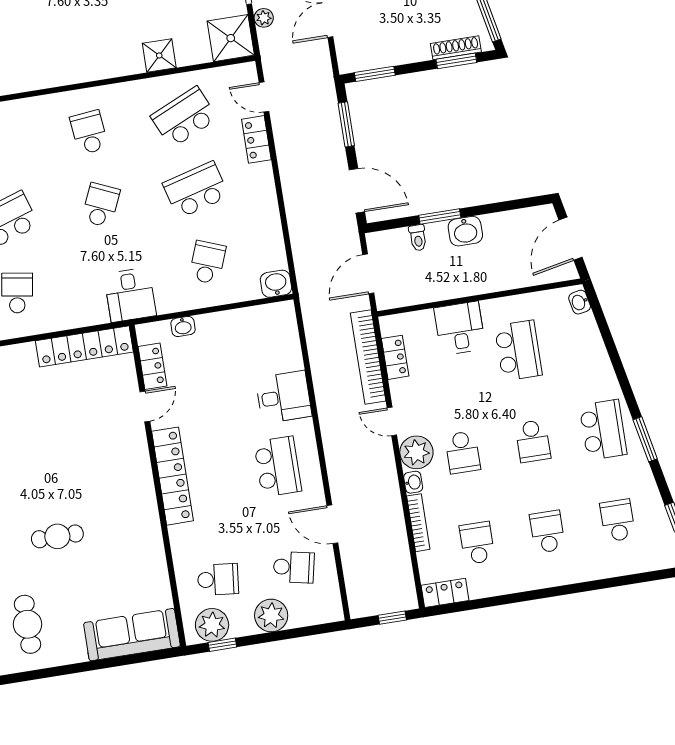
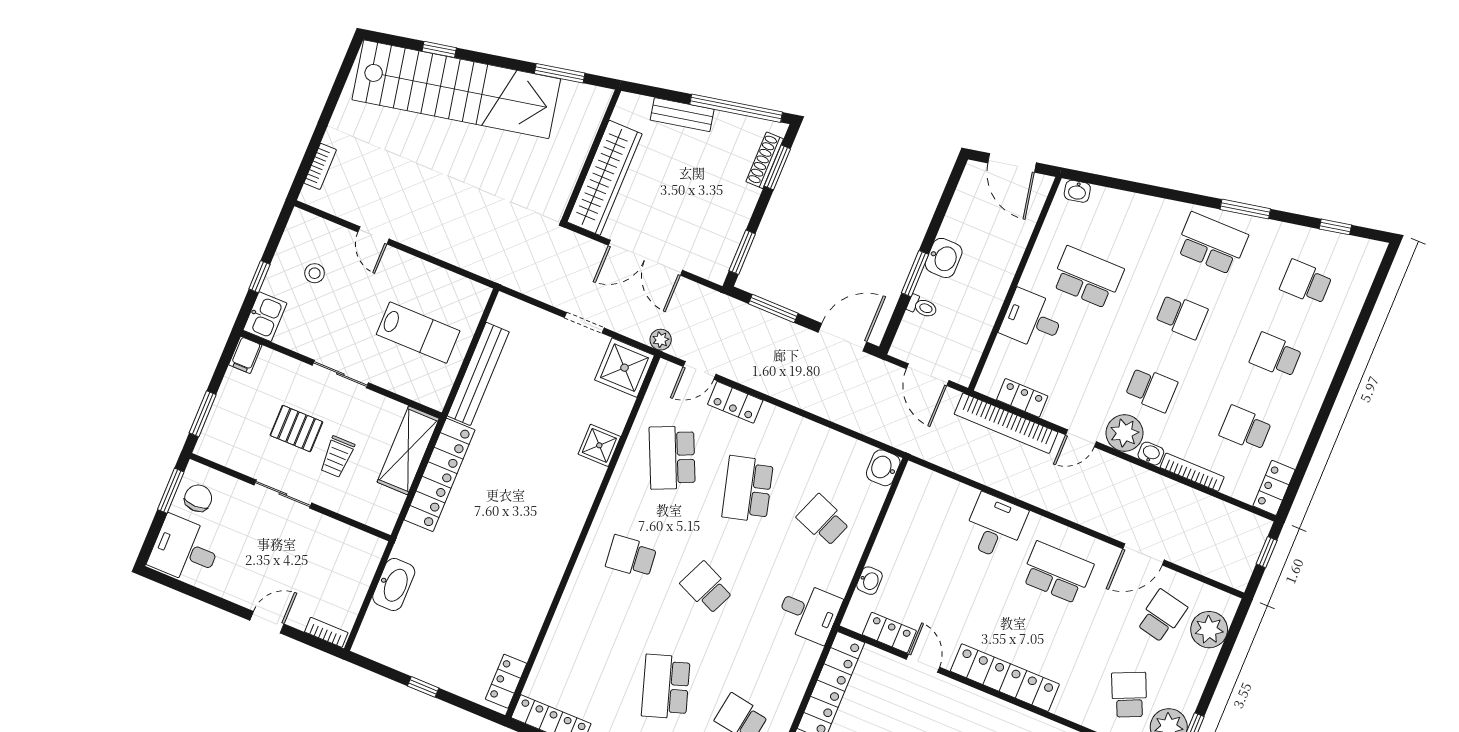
plant: (264, 18) -> (661, 340), moved
school desk: (218, 579) -> (1129, 695), turned -30
plant: (271, 616) -> (1209, 630), moved

